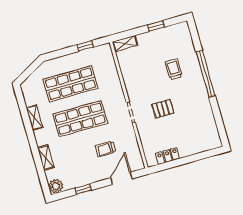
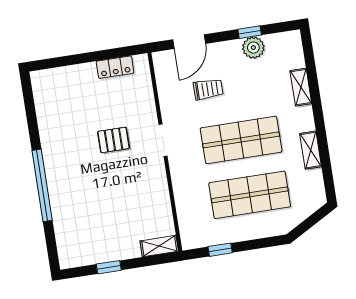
trolley: (174, 69) -> (90, 198), removed
plant: (56, 186) -> (253, 48), moved

